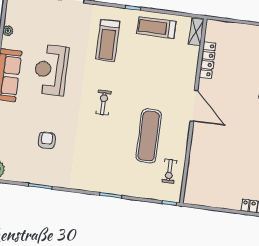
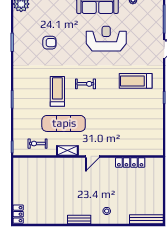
treadmill: (156, 28) -> (57, 91), moved
shelving: (196, 32) -> (67, 151), moved
door: (194, 106) -> (92, 156), width x0.53

